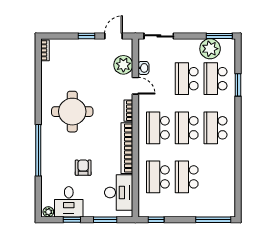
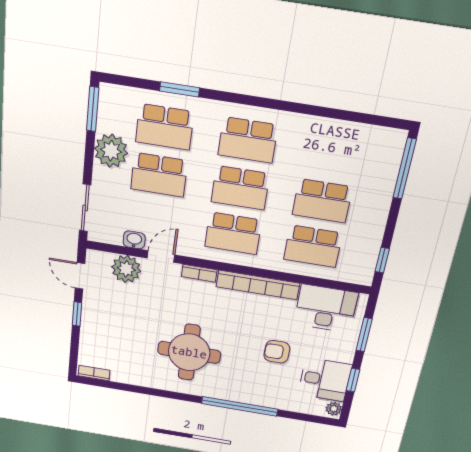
plant: (210, 49) -> (111, 151), moved

